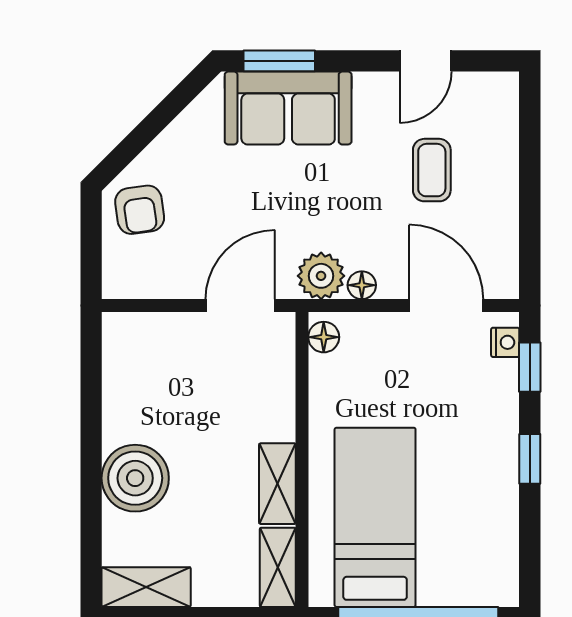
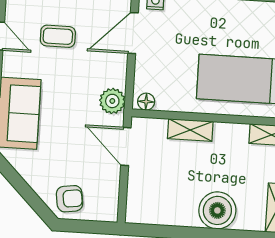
floor lamp: (362, 285) -> (119, 79), removed
shelving: (277, 484) -> (190, 130), moved

